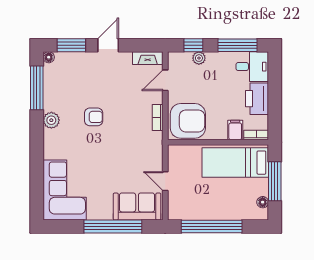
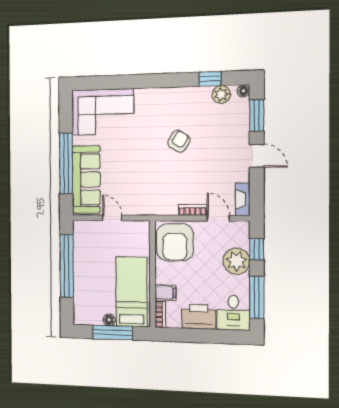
plant: (199, 58) -> (236, 261), width x1.87, depth x1.87
window: (37, 88) -> (210, 79), width x0.46
armchair: (94, 117) -> (179, 141), turned -149
bookcase: (158, 118) -> (193, 210), moved
plant: (51, 120) -> (221, 94), moved
door: (165, 181) -> (112, 218), hinge flipped
floor lamp: (263, 202) -> (109, 320), moved
sofa: (137, 207) -> (86, 179), width x1.36

